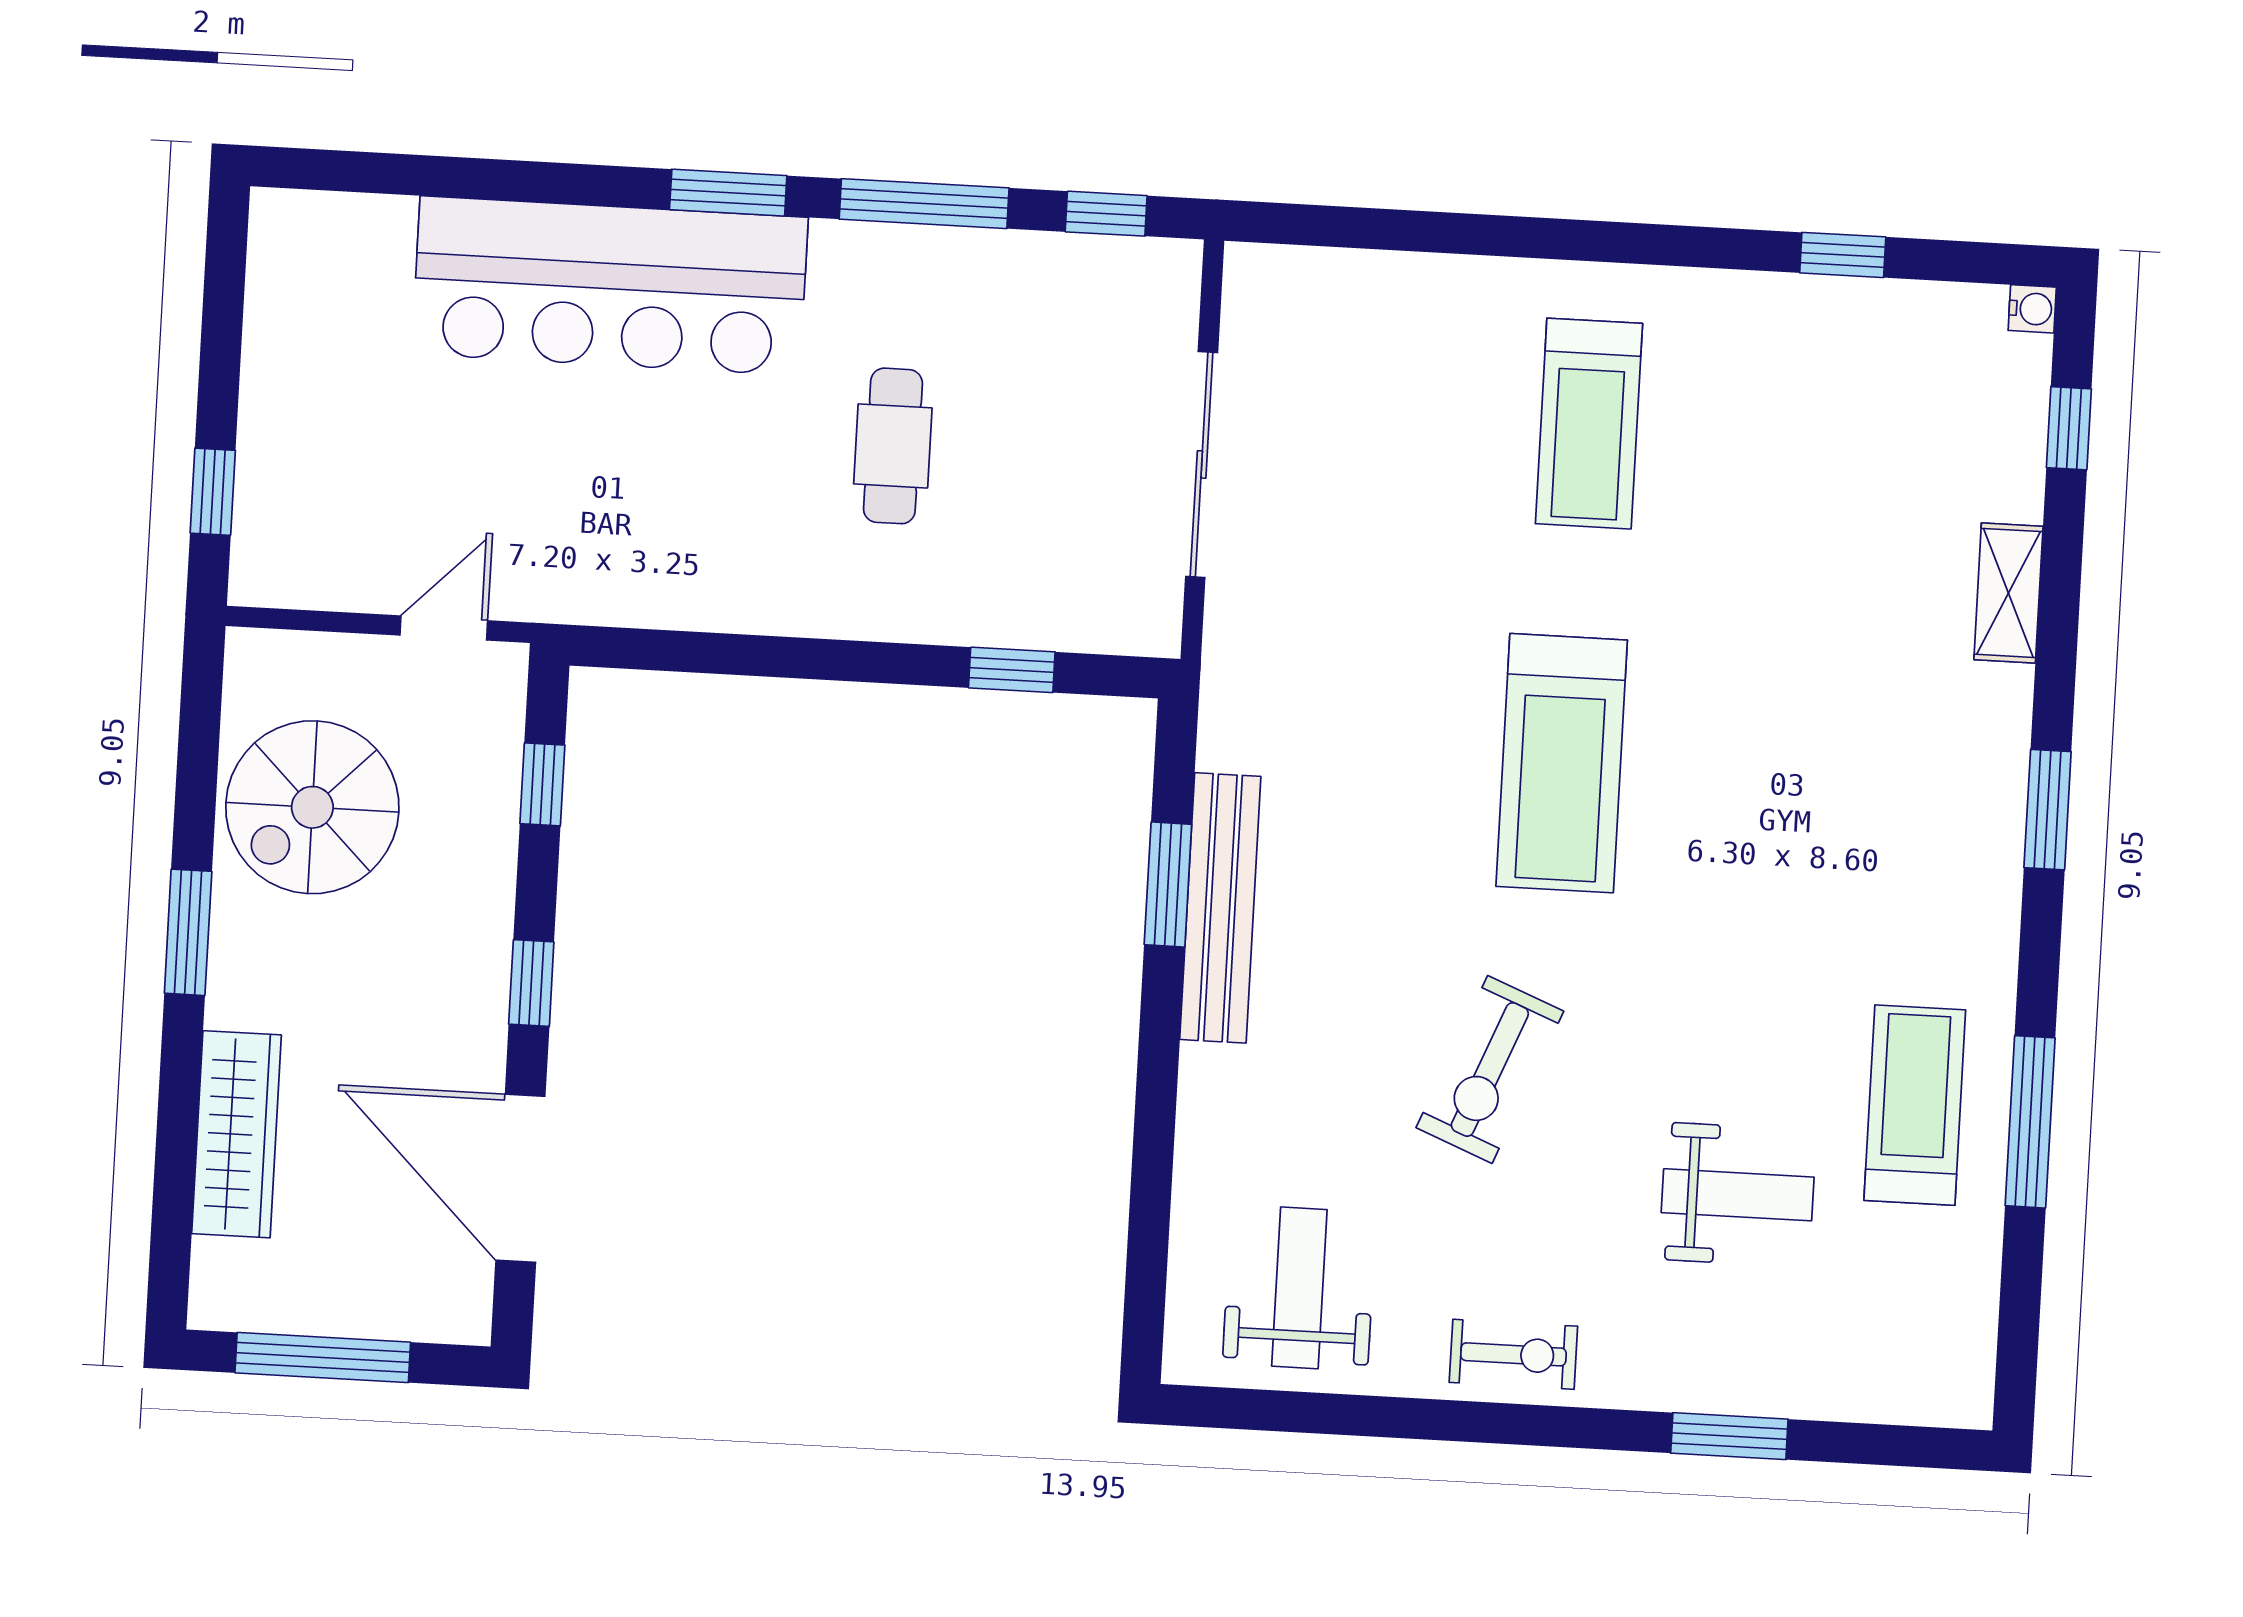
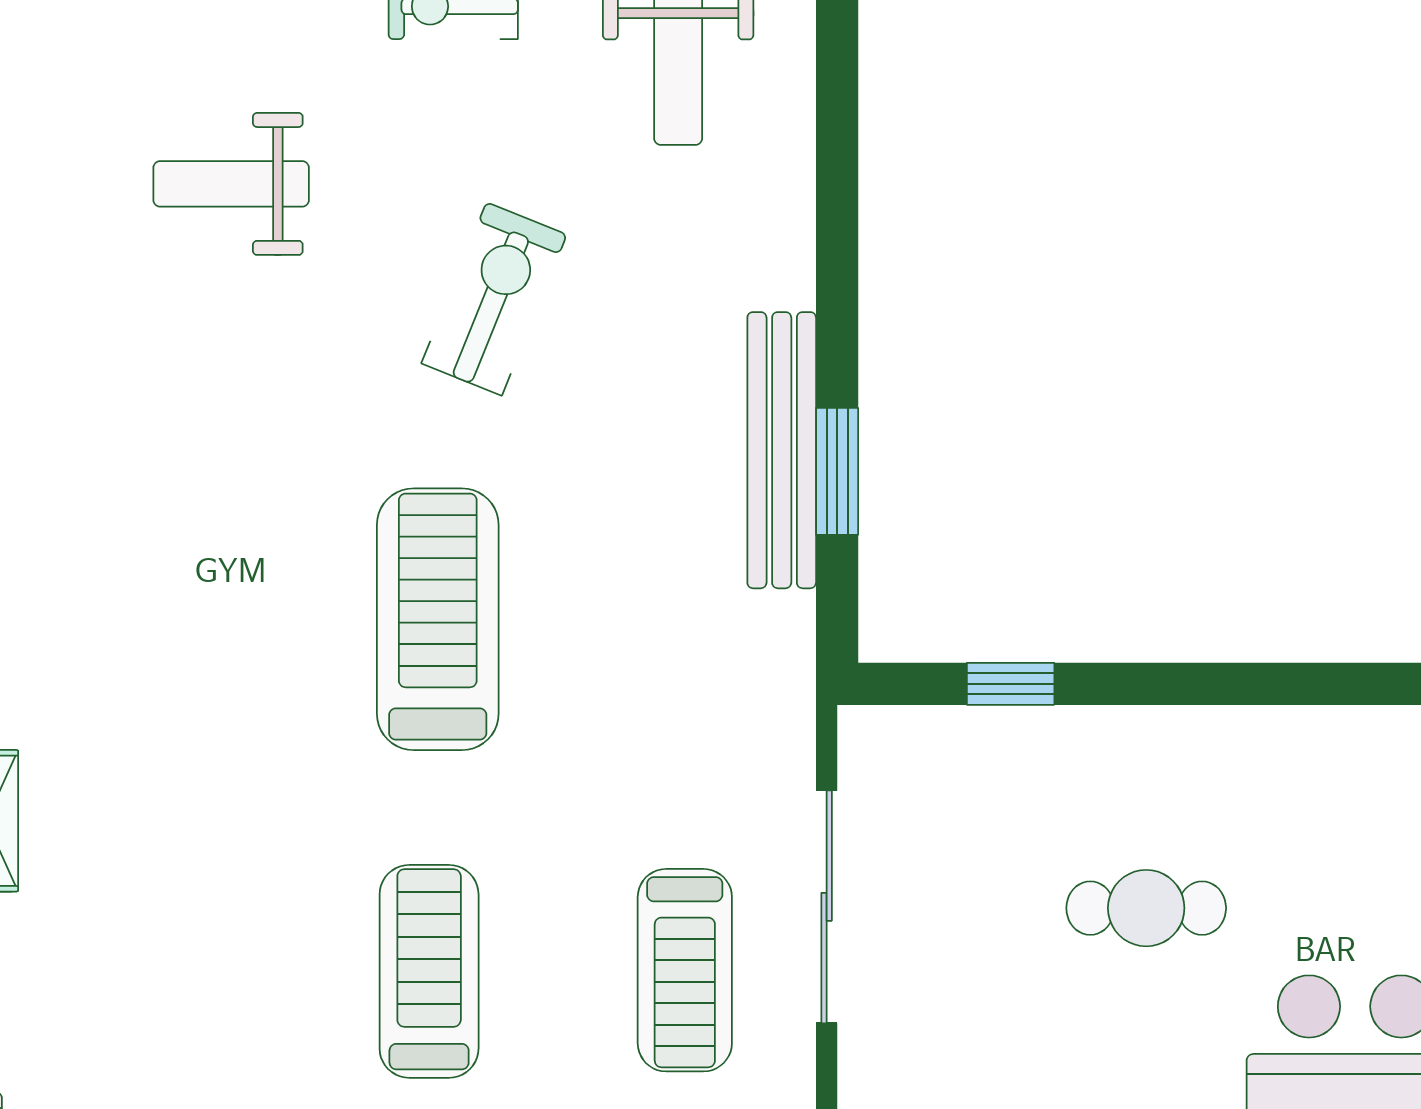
cafe table: (893, 446) -> (1146, 908), turned 90
treadmill: (1915, 1105) -> (685, 970), moved

